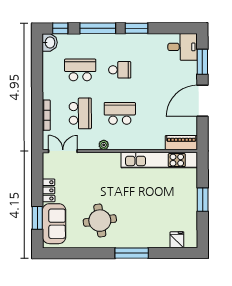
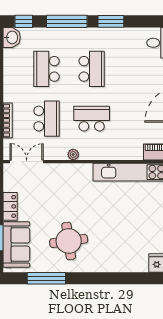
school desk: (80, 70) -> (47, 69), turned -90
school desk: (120, 70) -> (92, 69), width x1.85
window: (132, 253) -> (46, 278), moved

